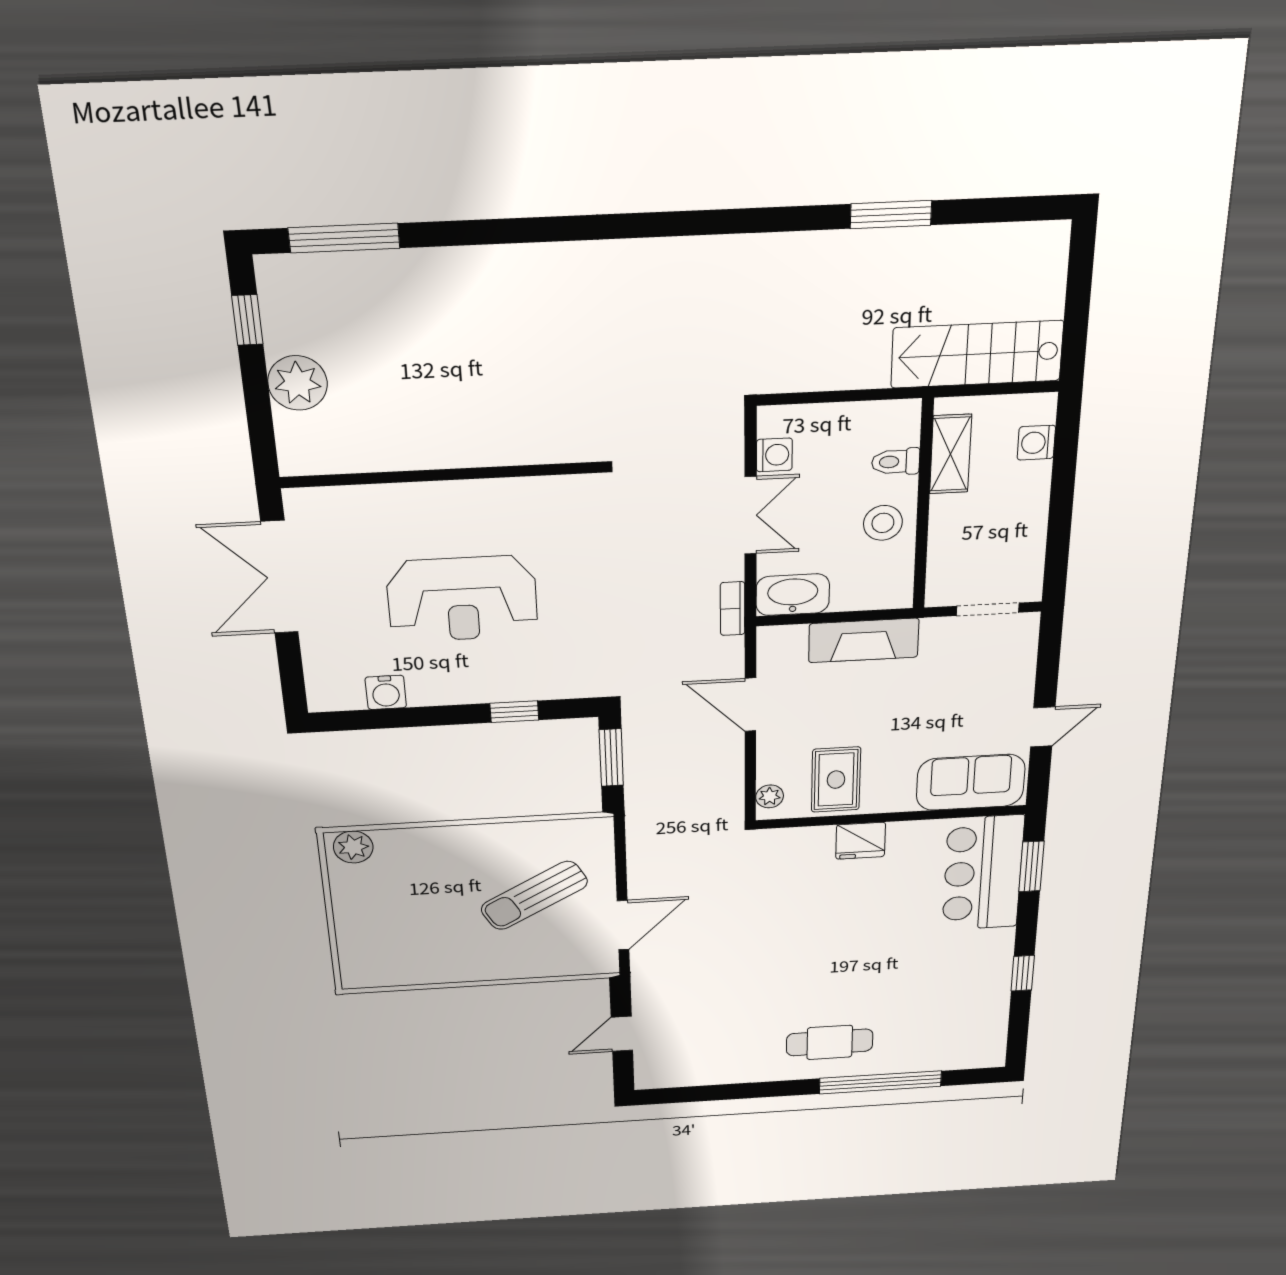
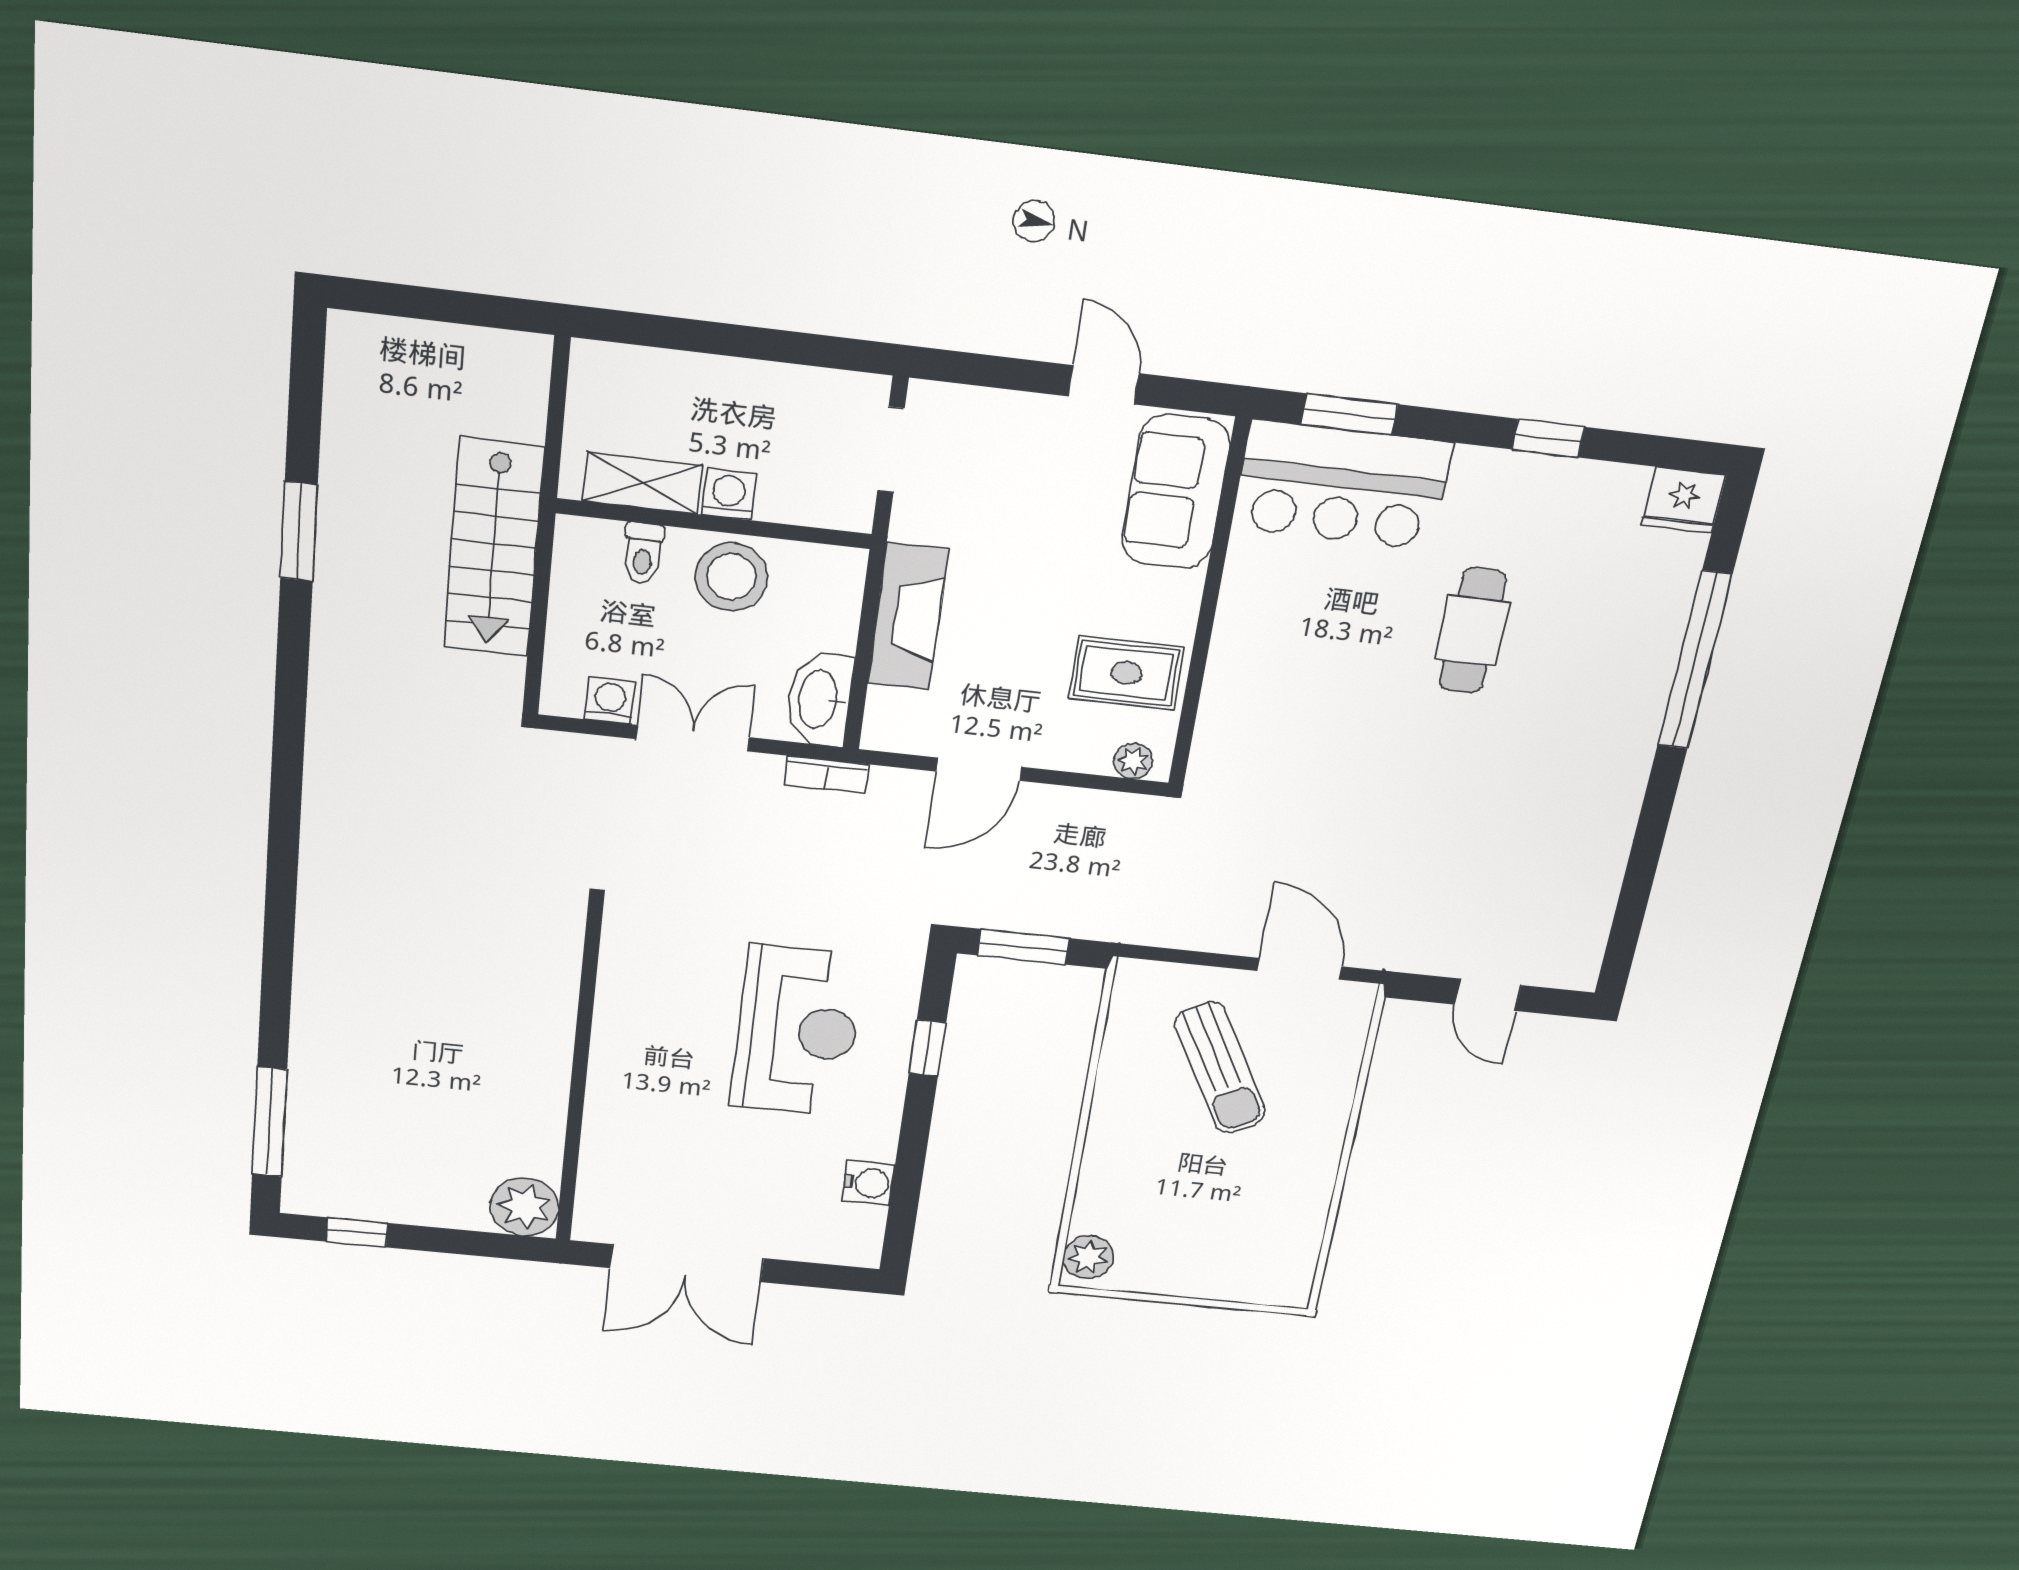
stairs: (977, 354) -> (494, 548), moved
plant: (298, 383) -> (524, 1207), moved
washing machine: (1036, 443) -> (729, 494), moved, turned 180
stool: (883, 523) -> (731, 577), width x1.38, depth x1.38
reception desk: (462, 599) -> (797, 1031), moved
fridge: (861, 841) -> (1683, 500), moved, turned 90
cafe table: (830, 1042) -> (1473, 631), moved

